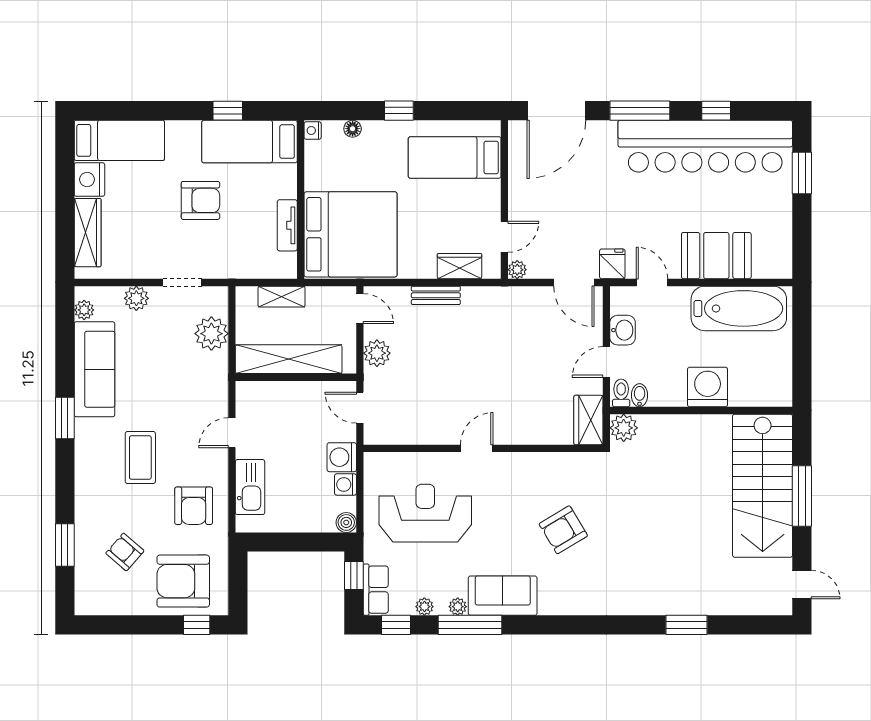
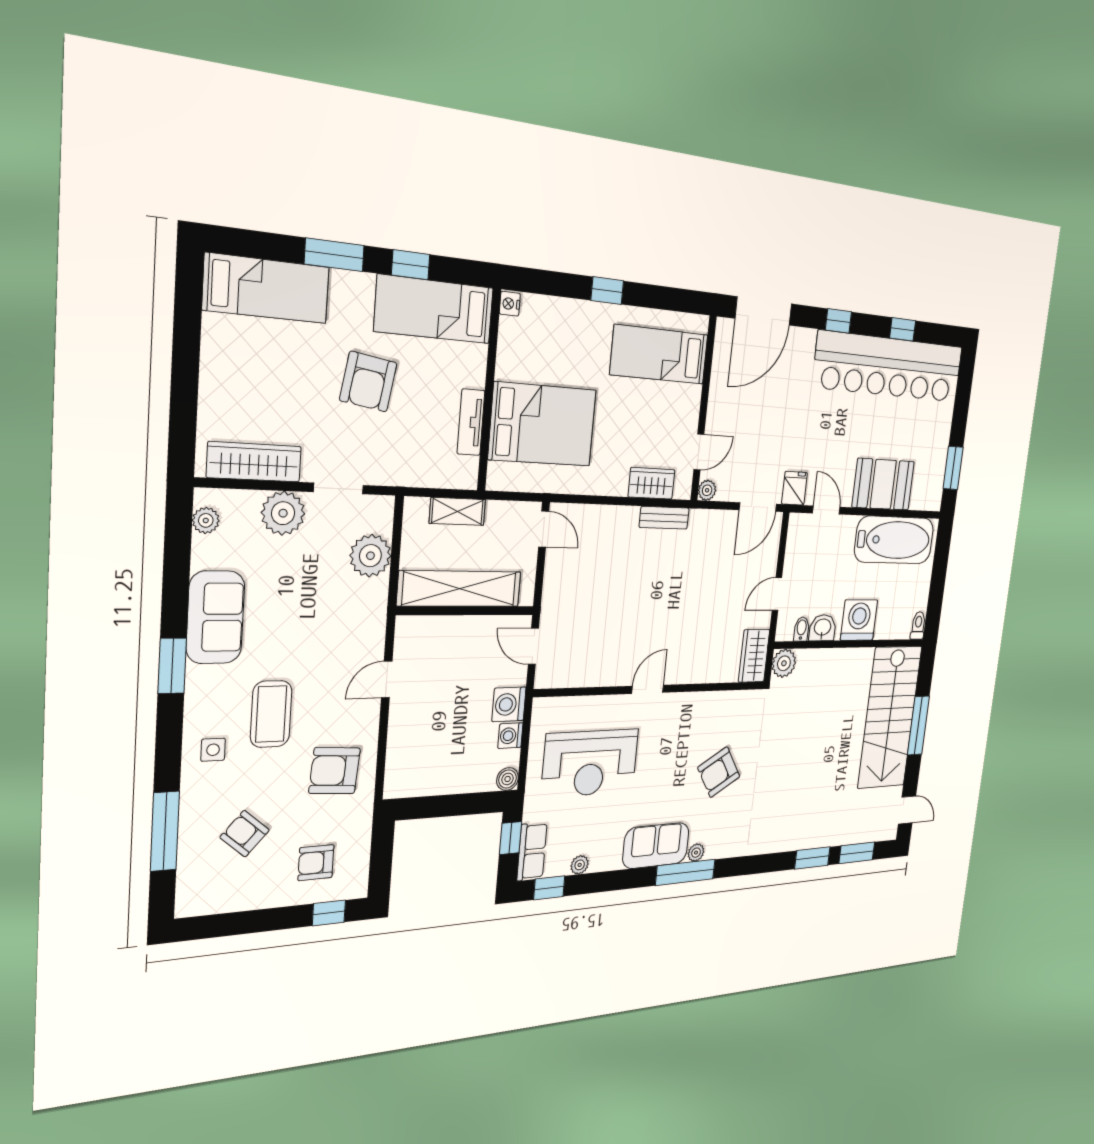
window: (168, 111) -> (334, 255), added
window: (640, 111) -> (838, 321), width x0.46
floor lamp: (353, 129) -> (555, 307), removed
window: (802, 173) -> (953, 468), moved
nightstand: (89, 179) -> (222, 339), removed
armchair: (200, 200) -> (368, 382), turned 99
wardrobe: (88, 233) -> (254, 462), moved, turned -90
bed: (351, 234) -> (543, 425), width x0.73
door: (574, 282) -> (758, 507), hinge flipped
bench: (436, 295) -> (664, 518), moved
plant: (136, 298) -> (283, 513), width x1.36, depth x1.36
washbasin: (623, 330) -> (822, 628), moved, turned -90
plant: (377, 353) -> (557, 582), removed
sofa: (95, 369) -> (215, 617), width x0.73
toilet: (621, 393) -> (918, 626), moved
side table: (98, 484) -> (213, 750), added
kitchen sink: (250, 487) -> (403, 744), removed
armchair: (194, 506) -> (335, 771), turned 94
reception desk: (425, 513) -> (590, 763), turned 180
window: (65, 545) -> (165, 831), width x1.44
armchair: (183, 581) -> (316, 863), width x0.53, depth x0.53
plant: (458, 607) -> (696, 853), moved
window: (470, 625) -> (685, 872), moved
window: (743, 625) -> (857, 853), added

